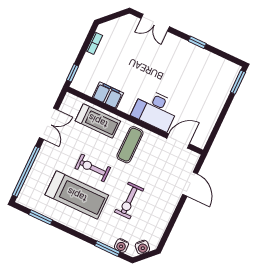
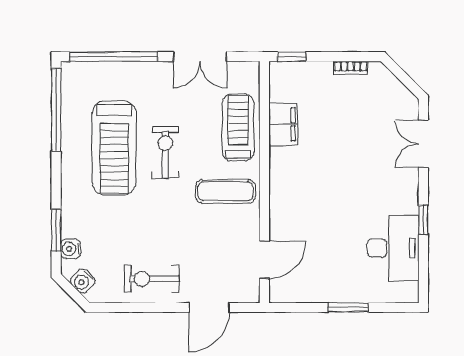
window: (238, 82) -> (348, 307), moved
desk: (155, 110) -> (393, 248), moved, turned 180
treadmill: (98, 121) -> (238, 128), turned 180
door: (178, 141) -> (264, 260), hinge flipped
exercise bike: (129, 200) -> (152, 279), moved
window: (41, 217) -> (56, 110), width x2.11

